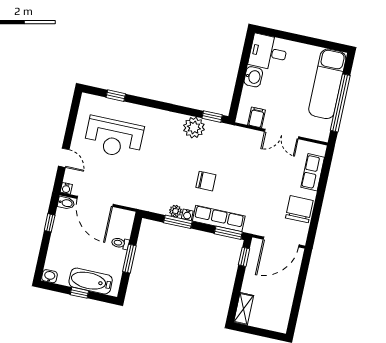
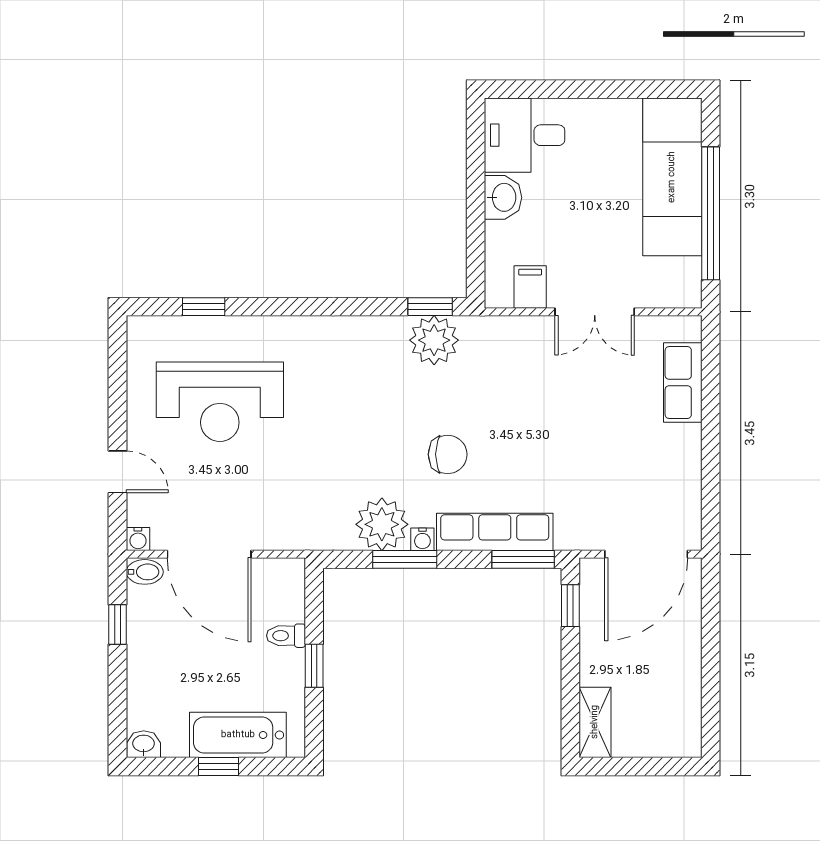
plant: (194, 128) -> (434, 340), moved
chair: (299, 209) -> (671, 472), removed
plant: (175, 211) -> (382, 524), width x1.87, depth x1.87
window: (129, 259) -> (314, 666), width x0.67

